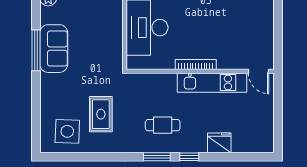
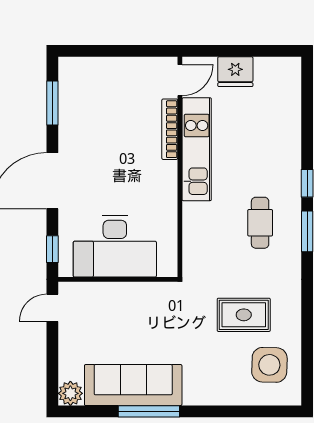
sofa: (54, 49) -> (133, 385), width x1.36
bookcase: (196, 64) -> (170, 129), moved
fridge: (219, 143) -> (235, 72), moved, turned -90

